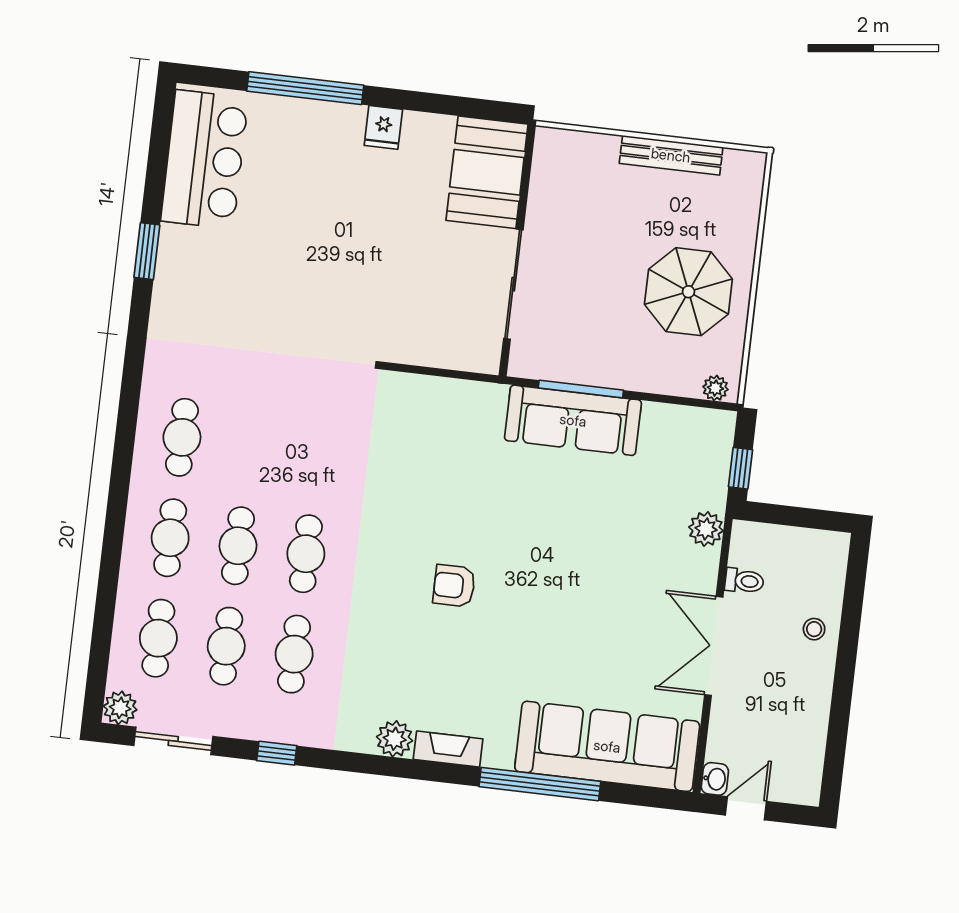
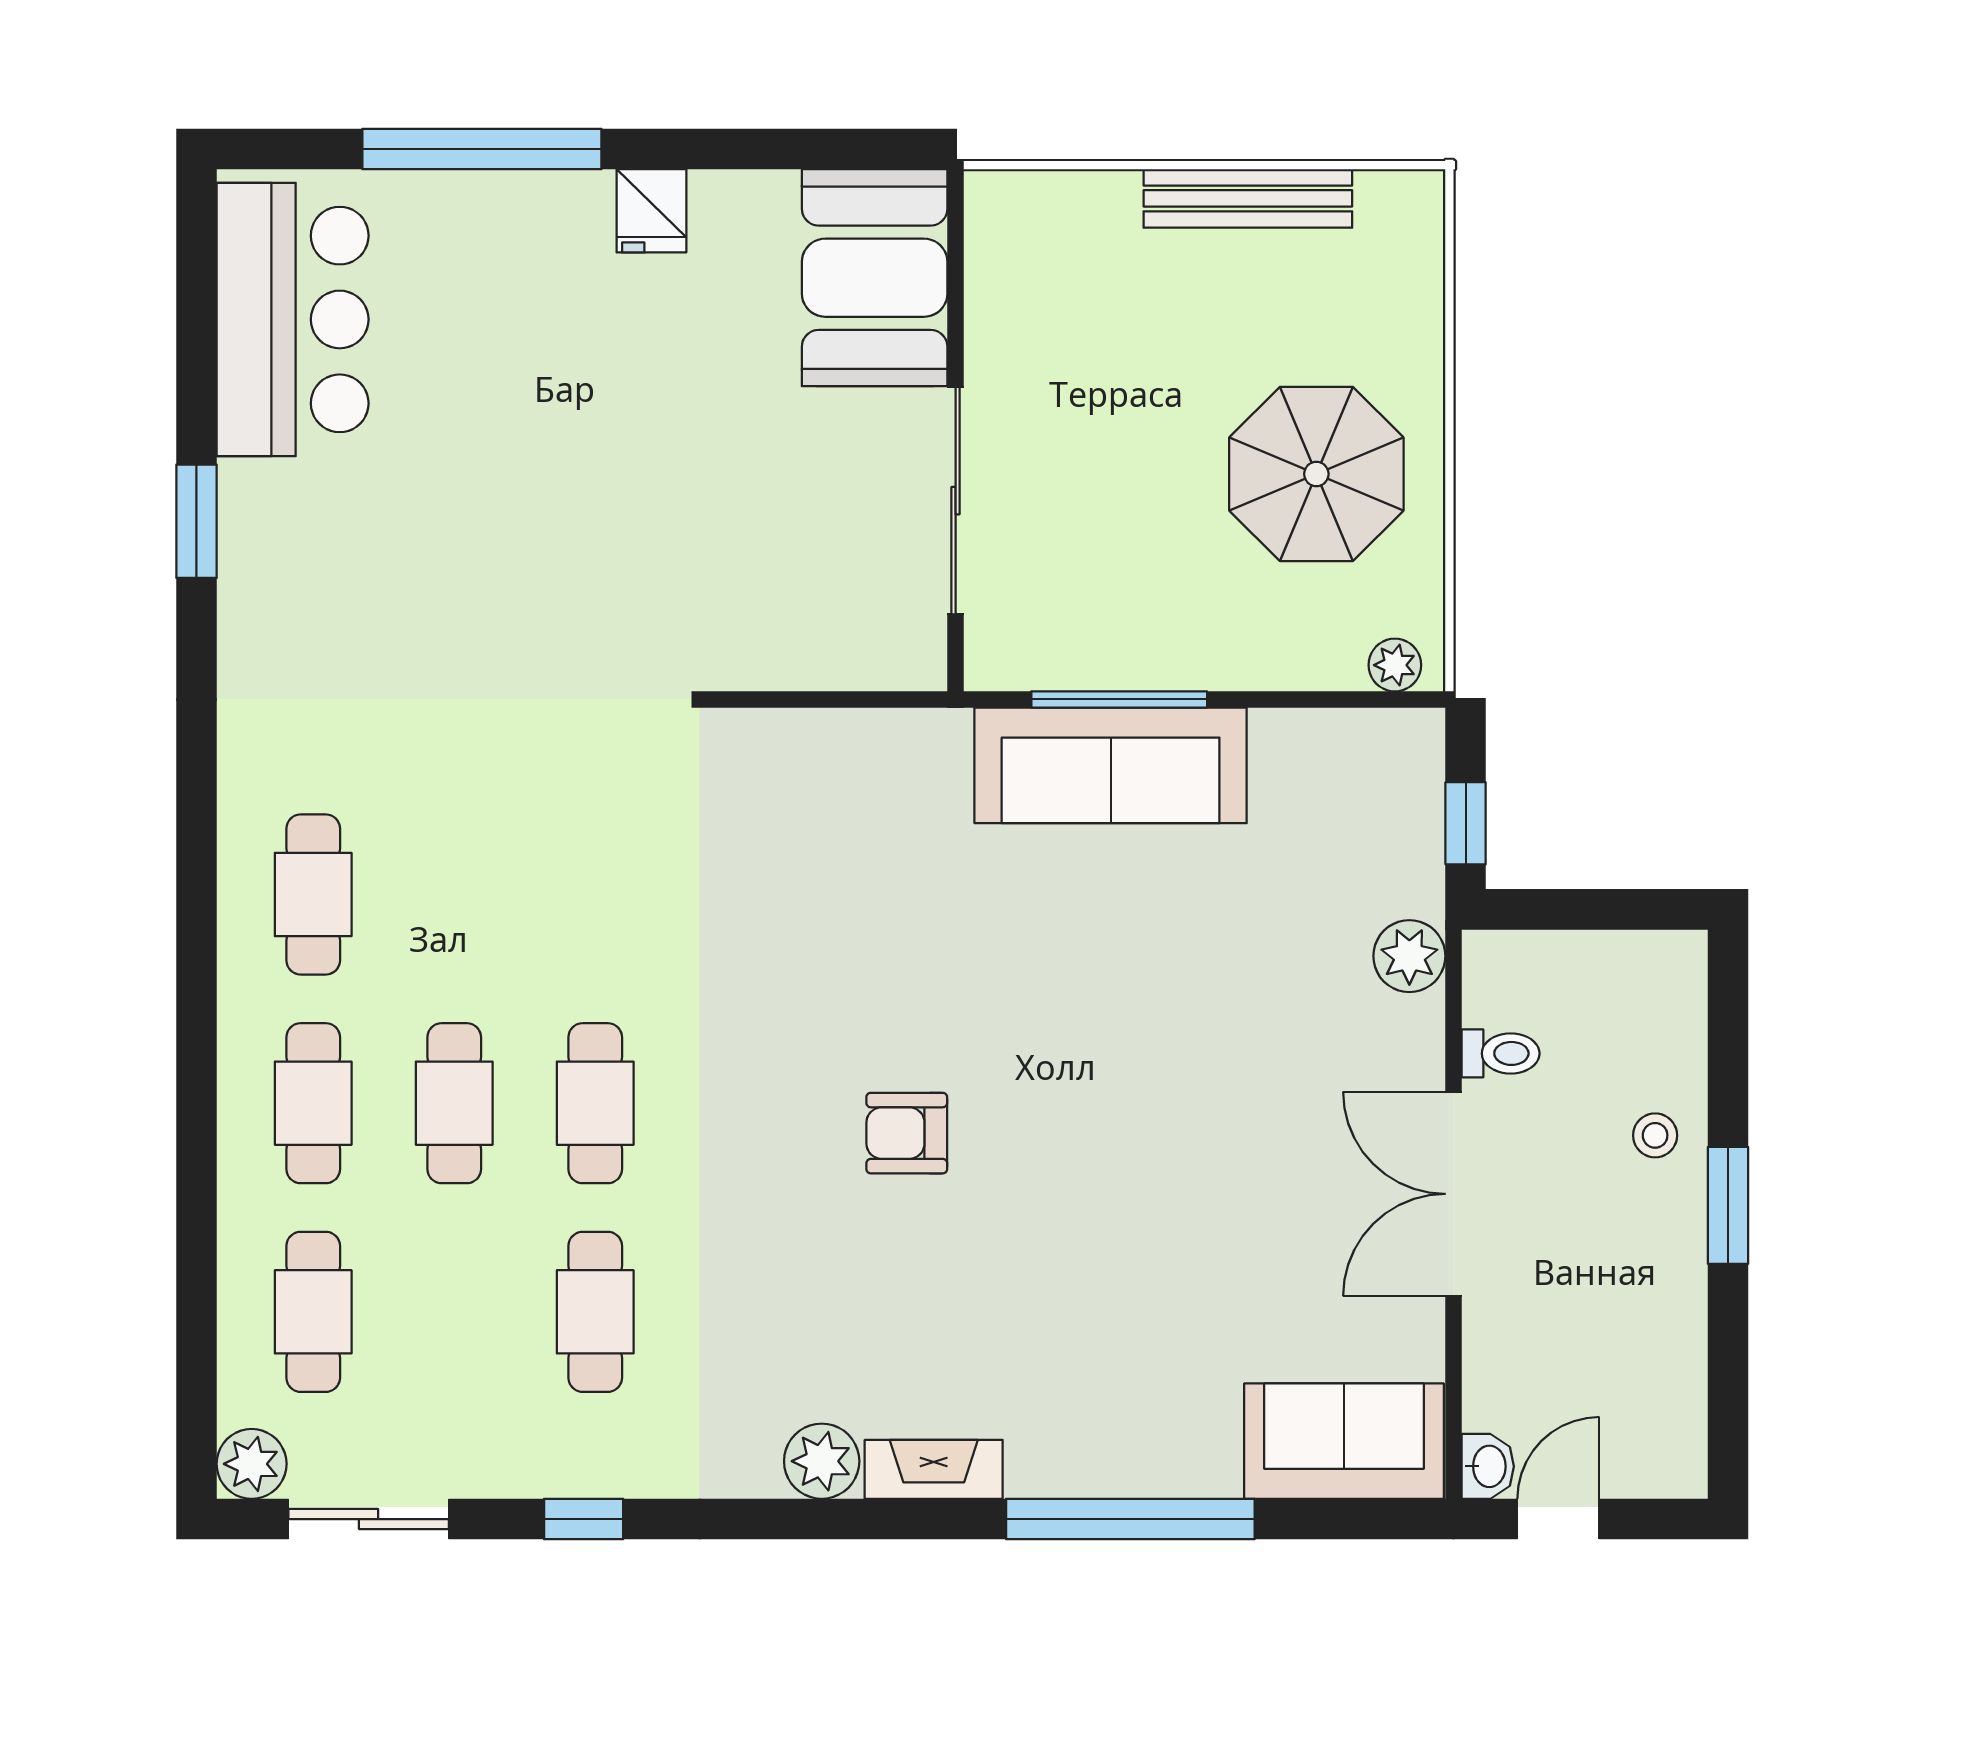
cafe table: (226, 646) -> (454, 1312), removed
window: (845, 667) -> (1728, 1205), added
sofa: (607, 746) -> (1344, 1441), width x0.54, depth x0.79

